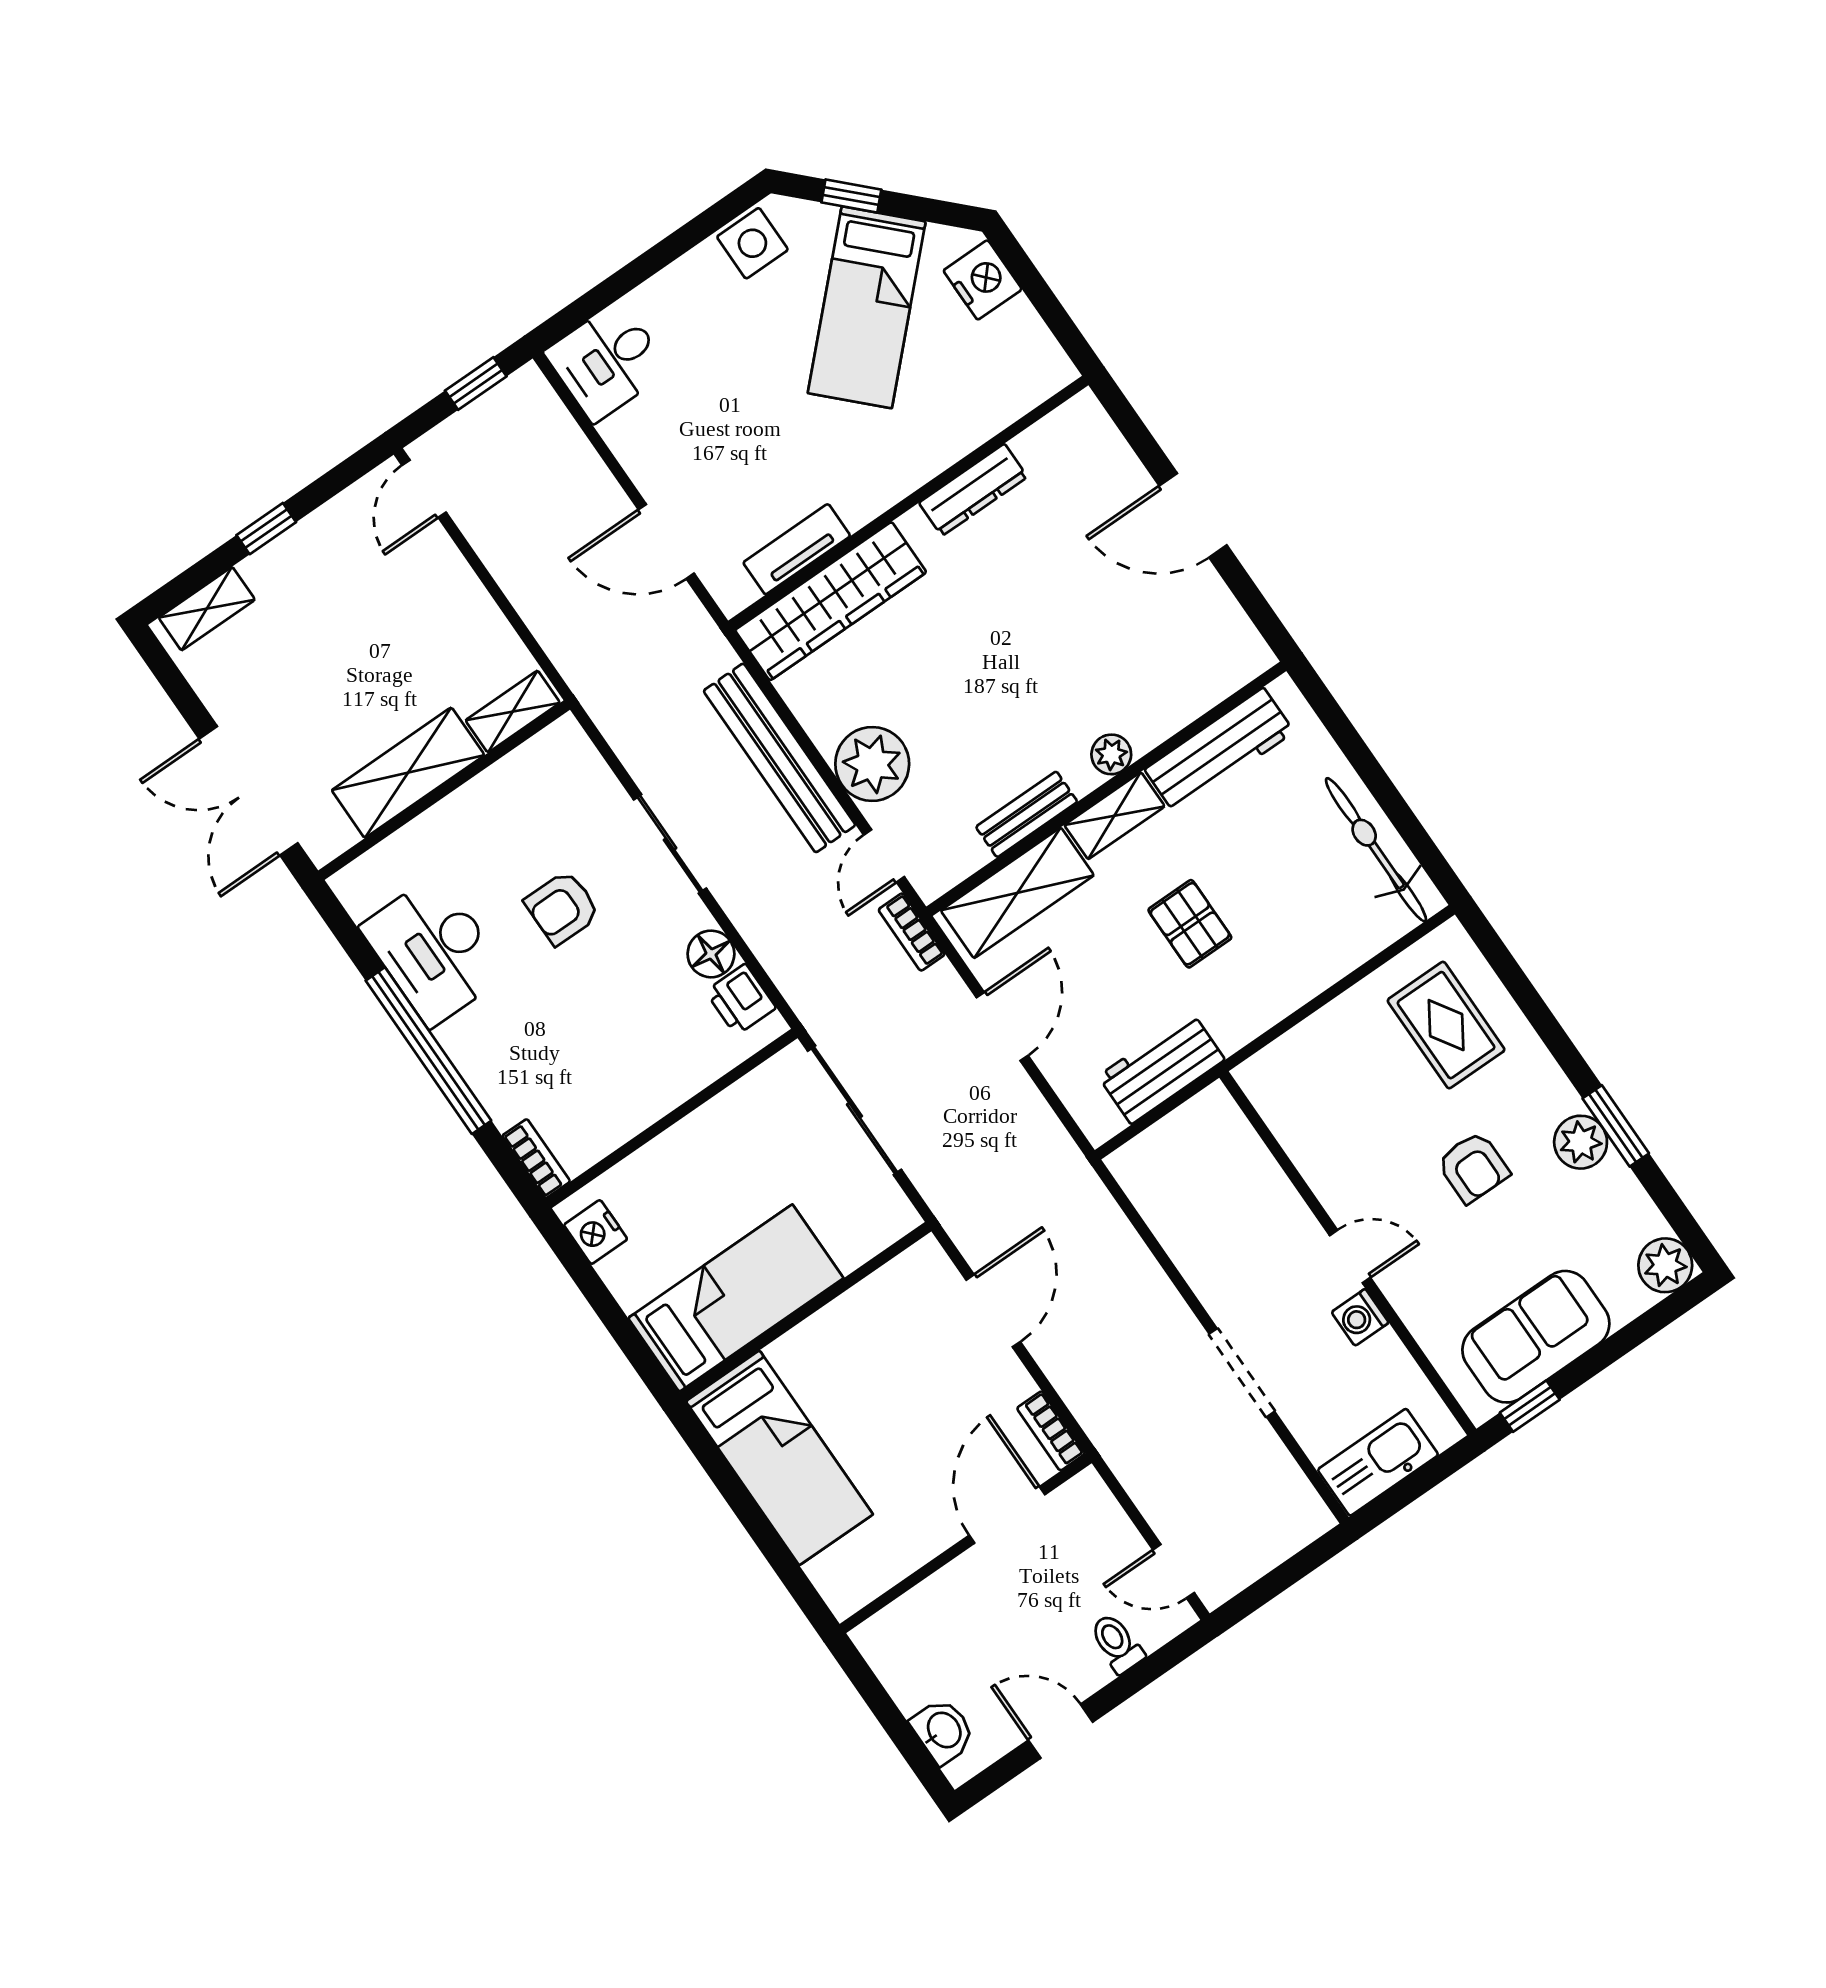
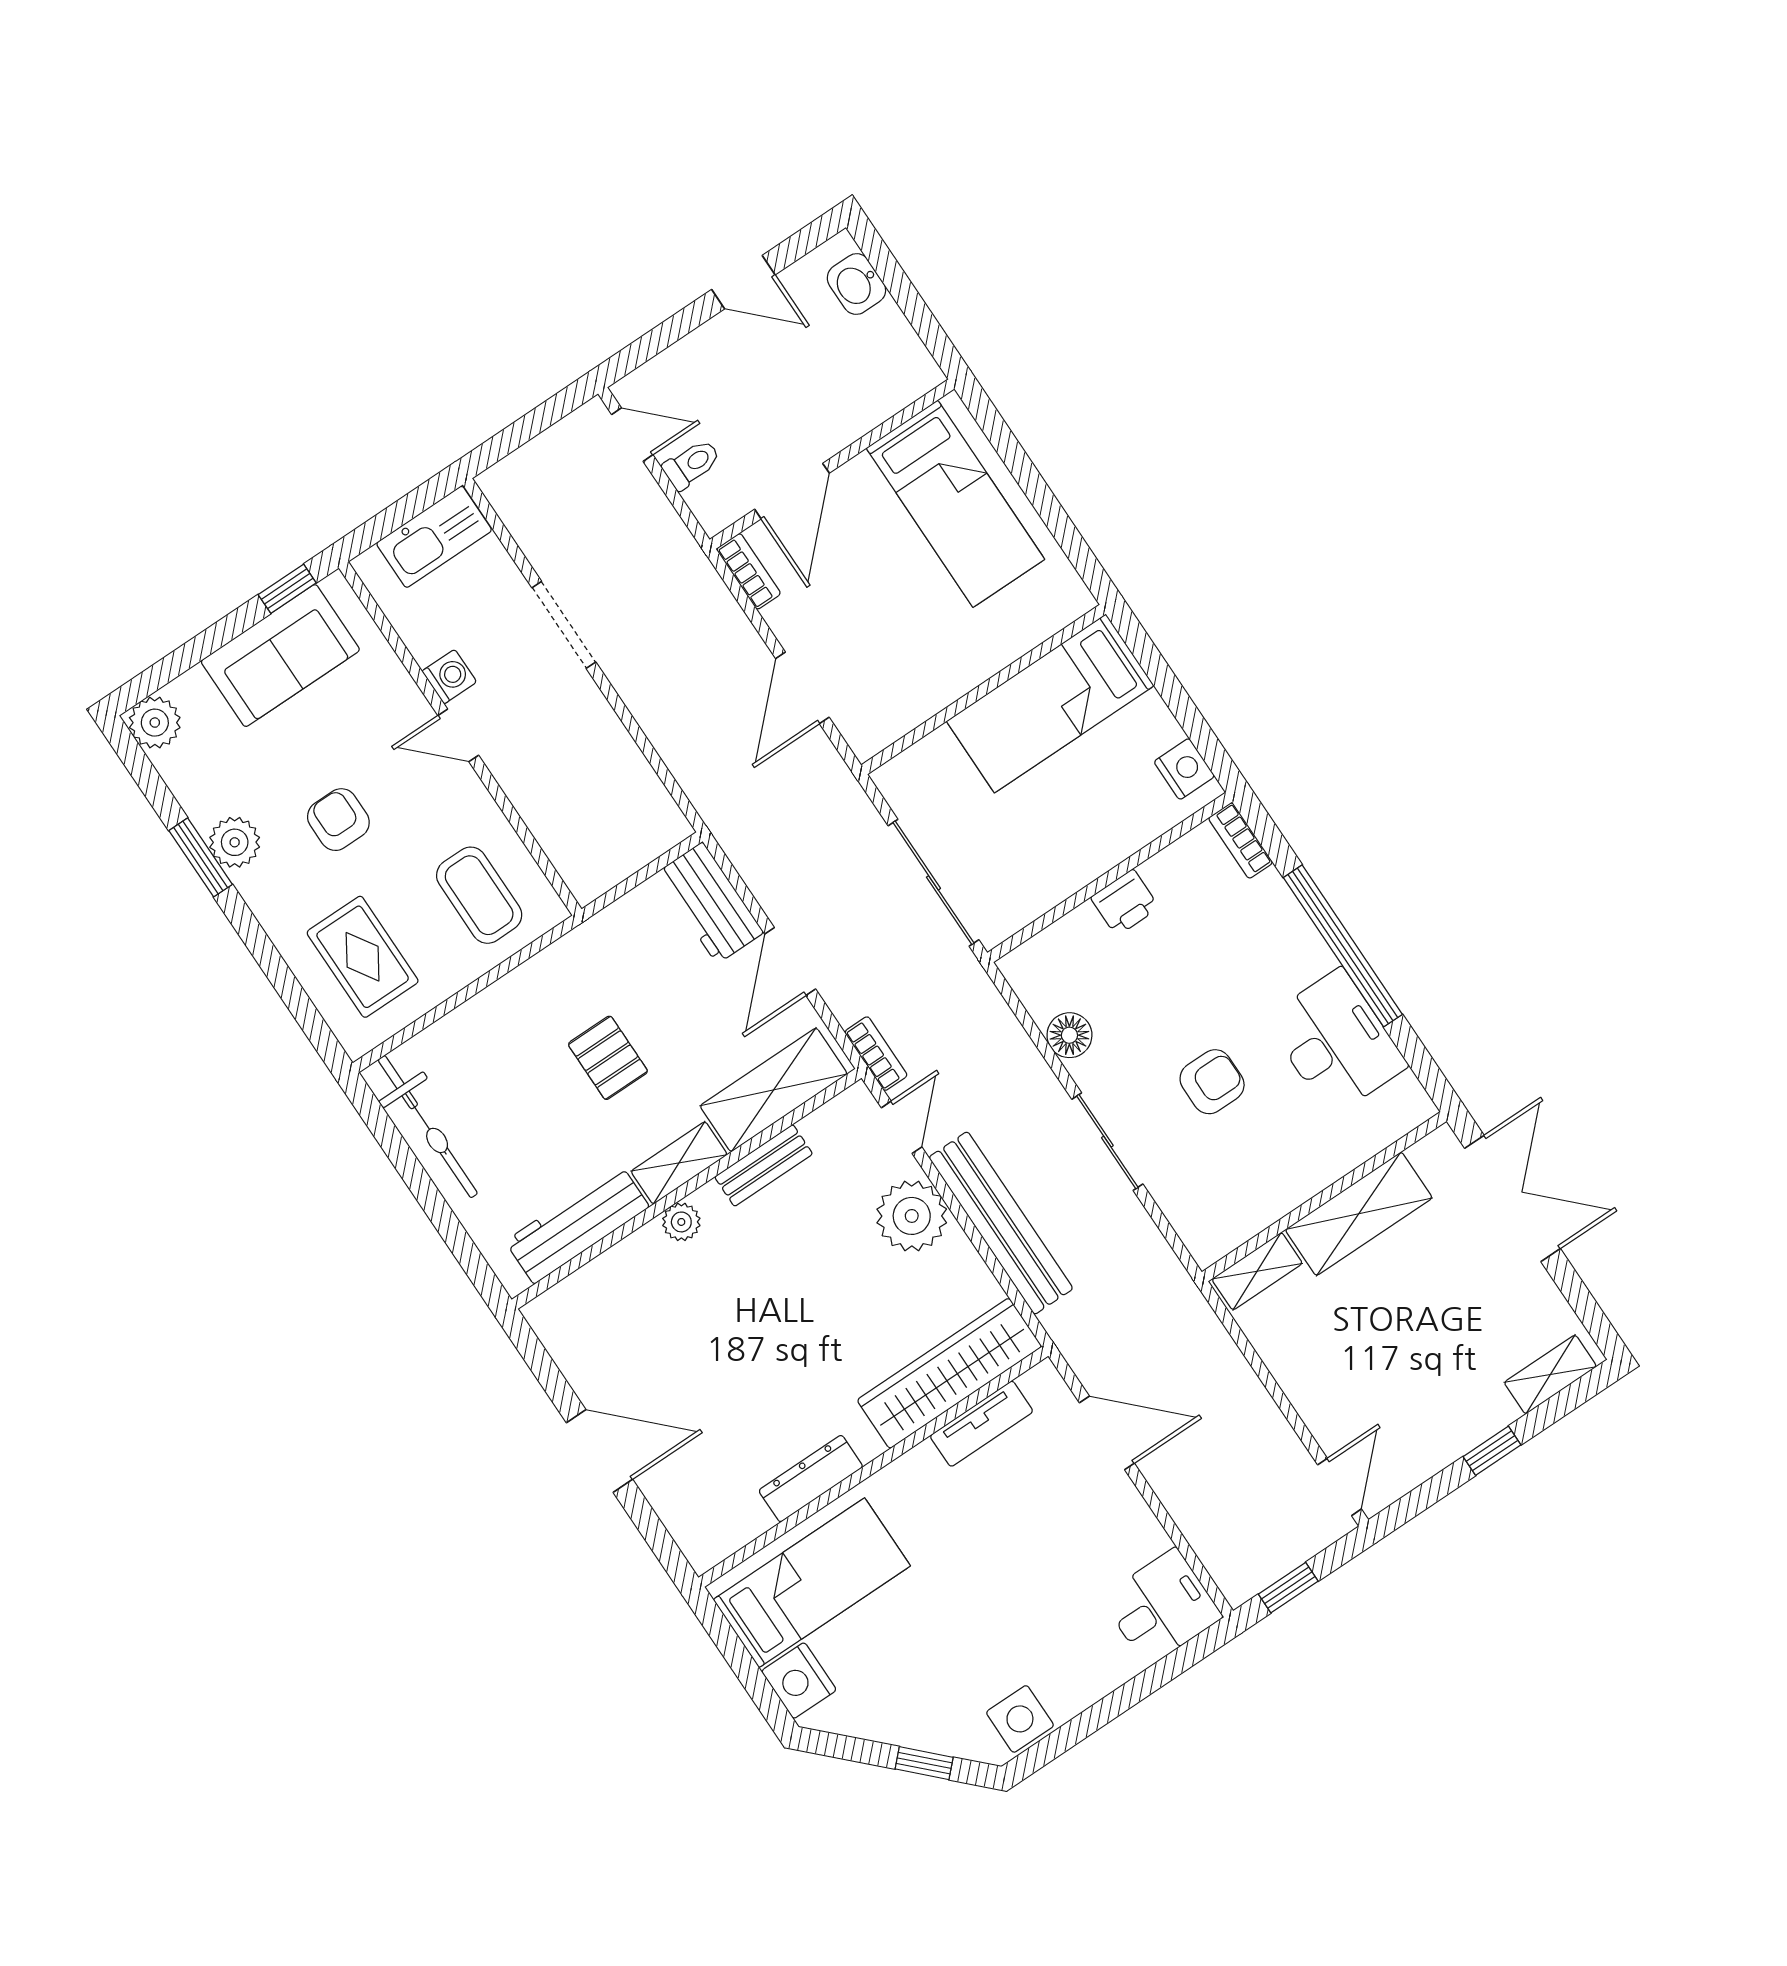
bed: (867, 307) -> (812, 1583), moved, turned 45
printer: (741, 1000) -> (1125, 902), moved, turned 90
workbench: (1161, 1068) -> (710, 903), moved, turned 90
coffee table: (1326, 1091) -> (479, 895), added
bed: (779, 1458) -> (955, 504), moved, turned 180
toilet: (1117, 1643) -> (692, 464), moved, turned -90

